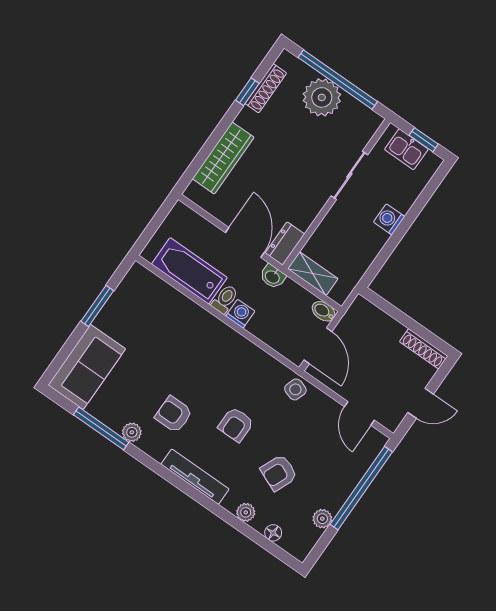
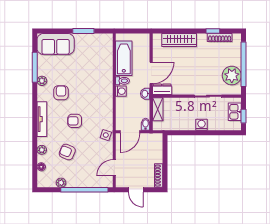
plant: (322, 97) -> (232, 76), moved

